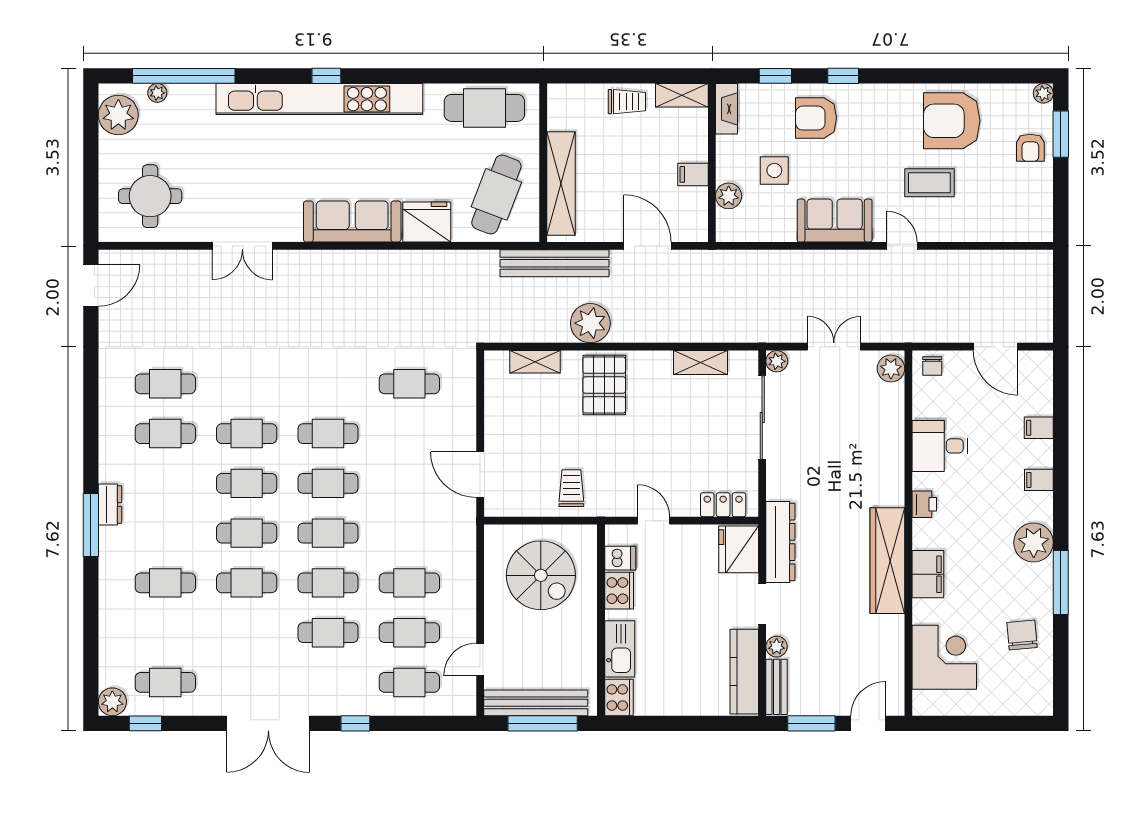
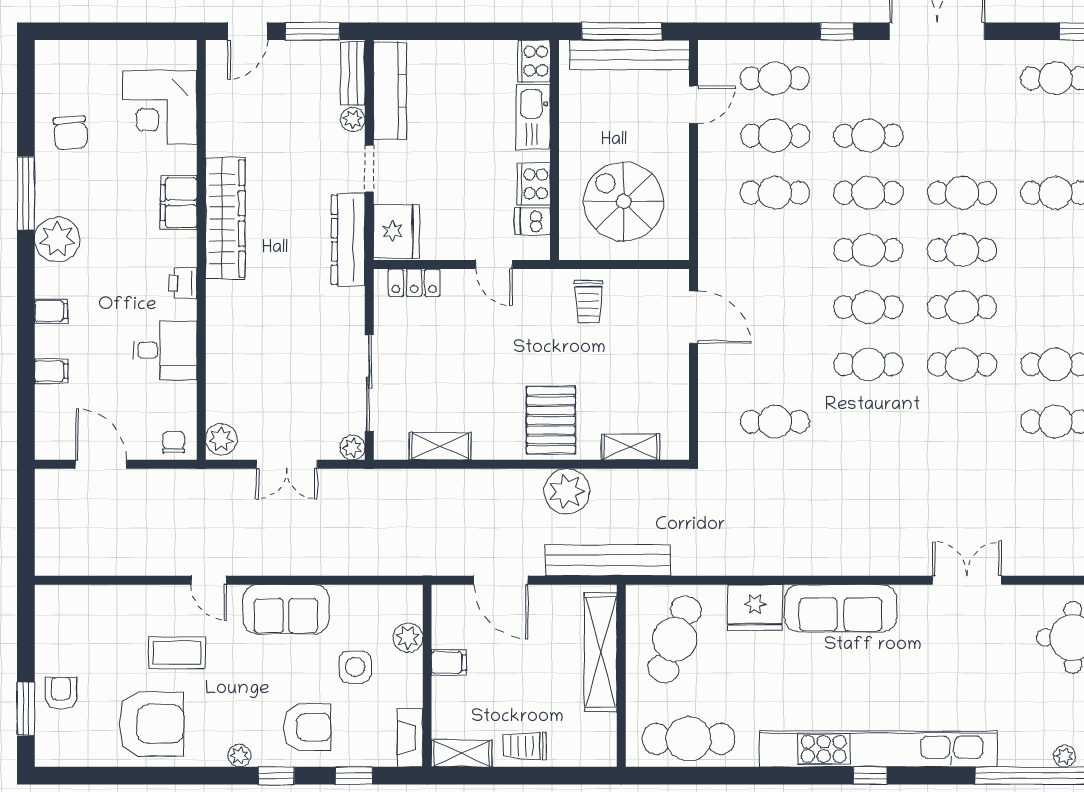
plant: (1043, 93) -> (240, 756), moved

